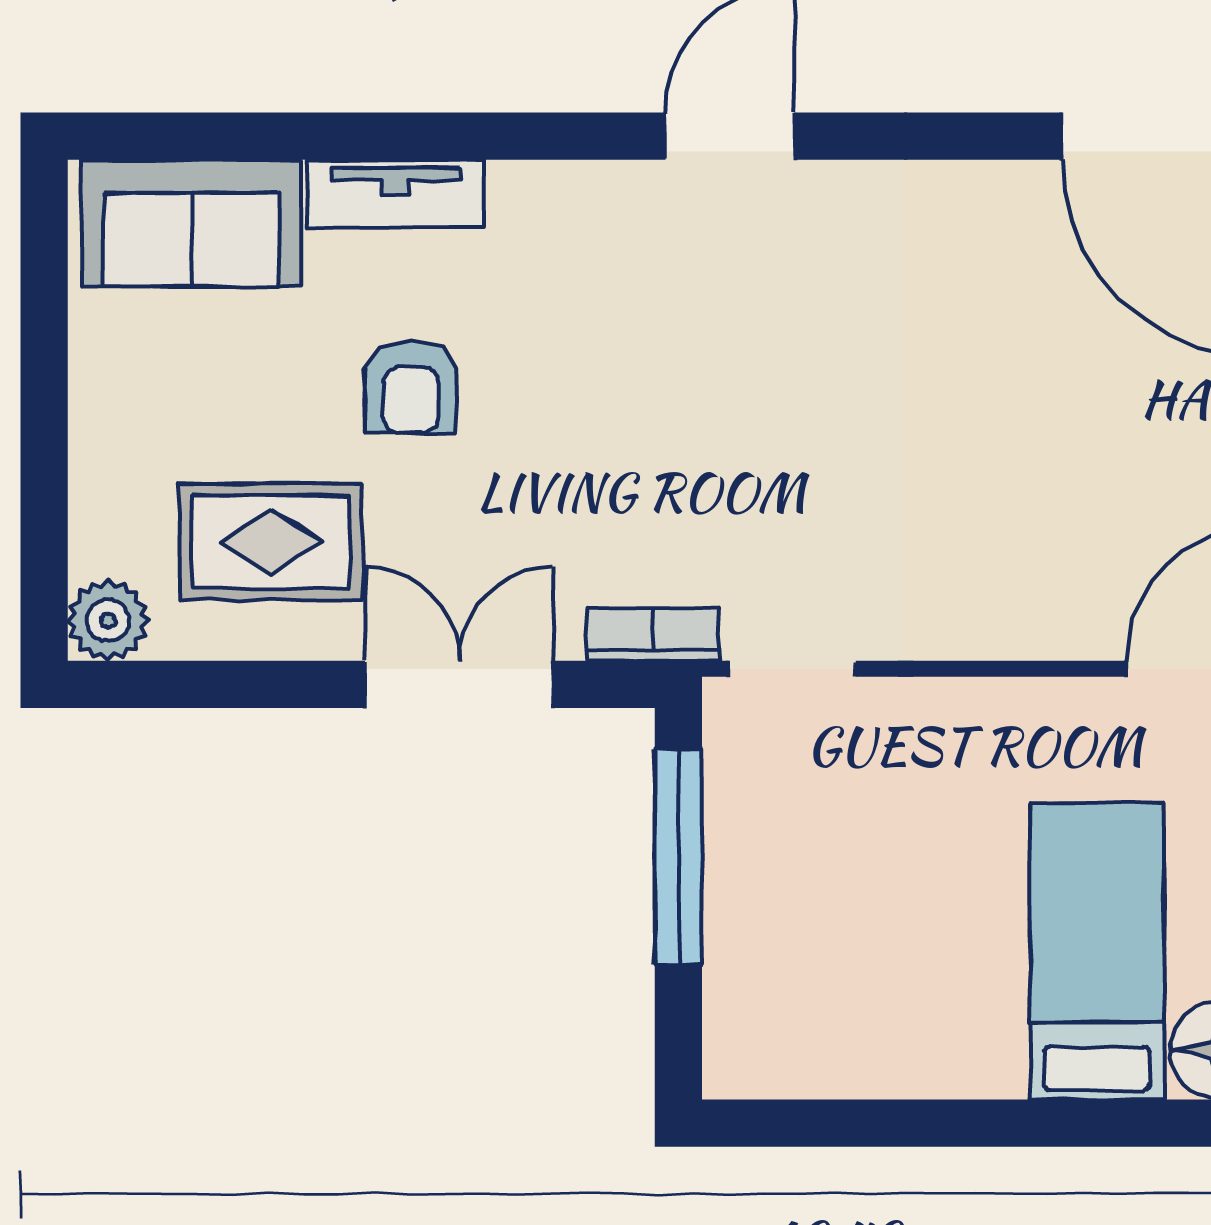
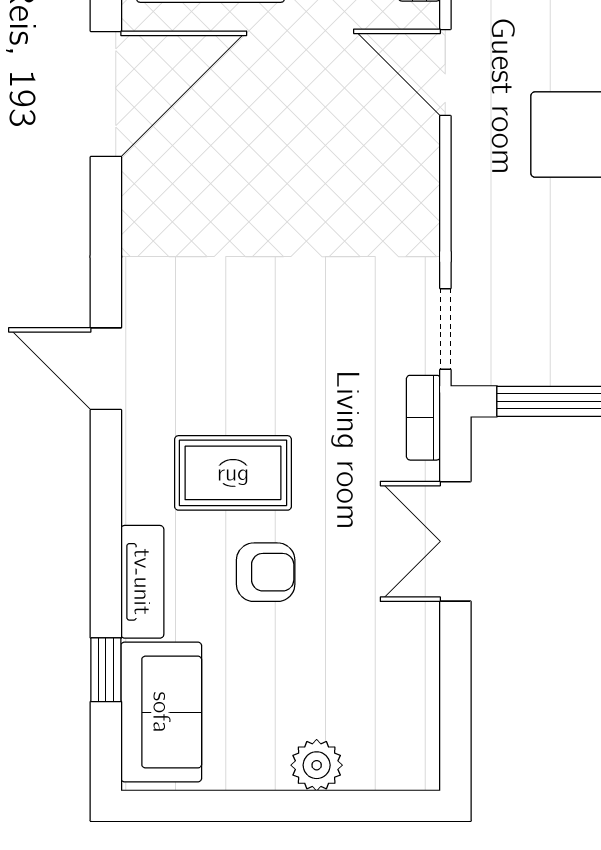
window: (258, 136) -> (106, 670), added
rug: (271, 542) -> (233, 473), moved, turned 90
plant: (108, 621) -> (317, 765), moved

